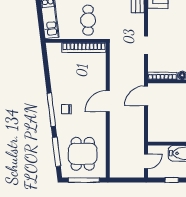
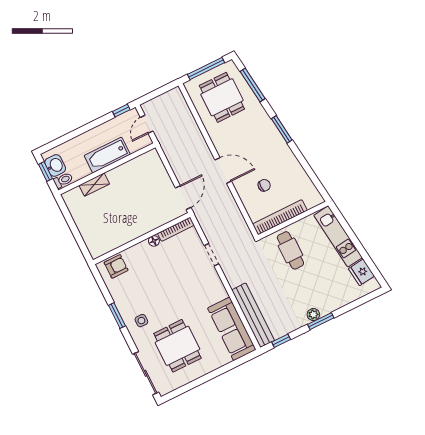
door: (108, 101) -> (223, 170), hinge flipped
chair: (66, 109) -> (264, 185), moved
window: (51, 110) -> (282, 129), width x0.69
window: (172, 180) -> (121, 111), moved

